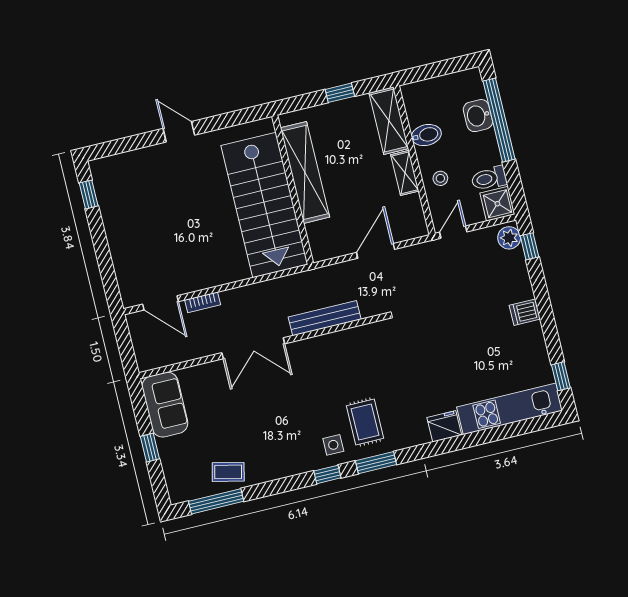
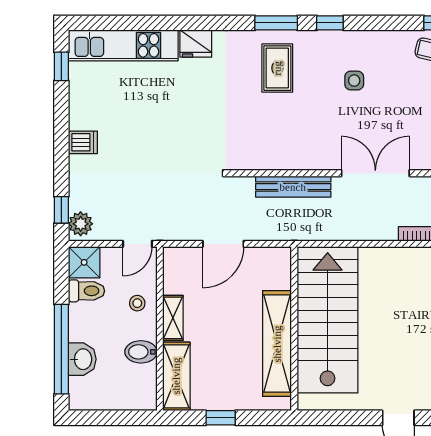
side table: (333, 445) -> (354, 81), moved

